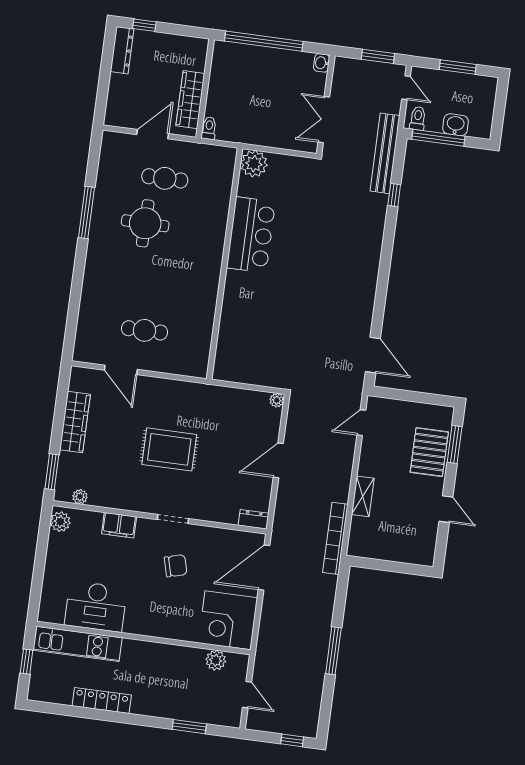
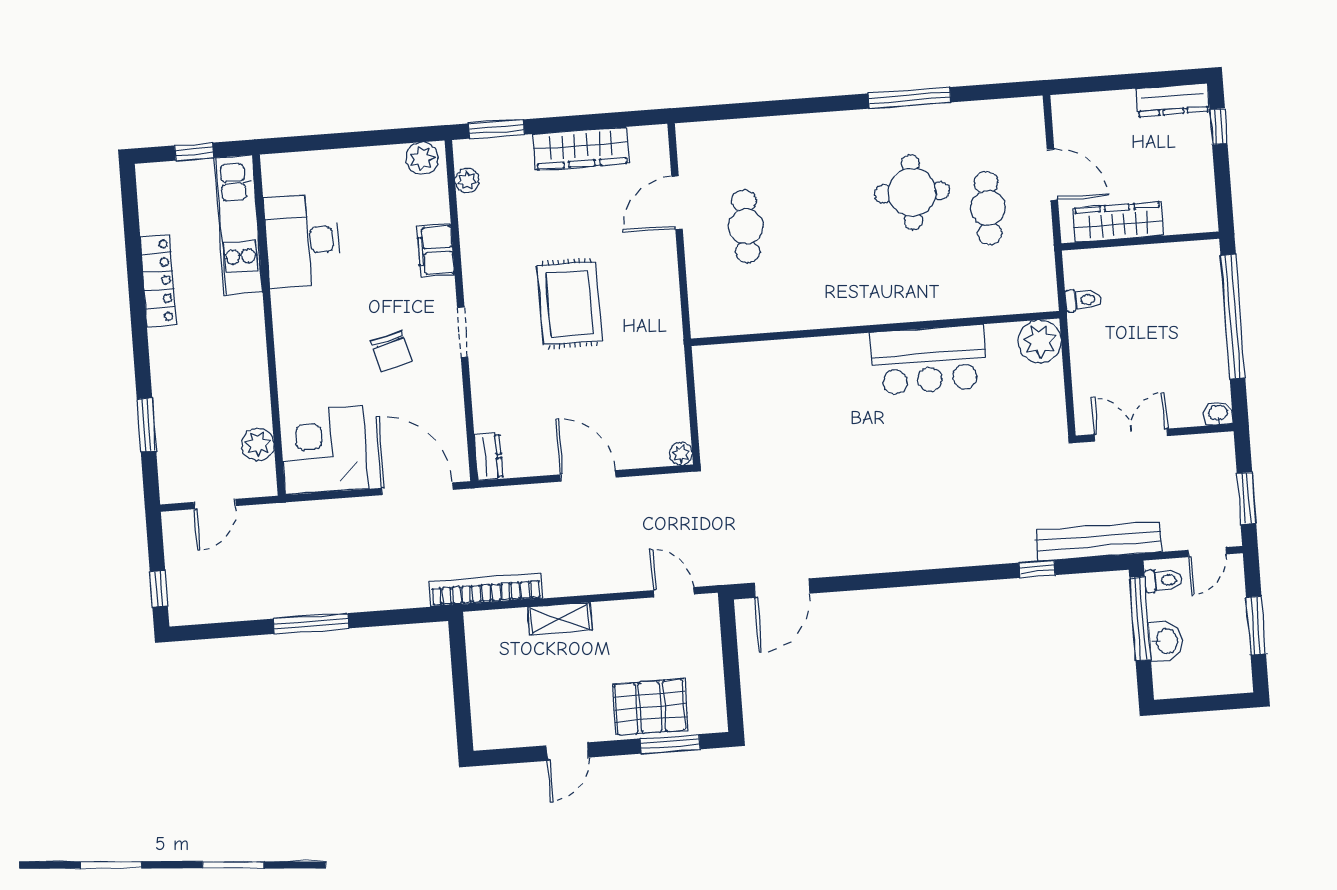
toilet: (209, 128) -> (1083, 300), moved

